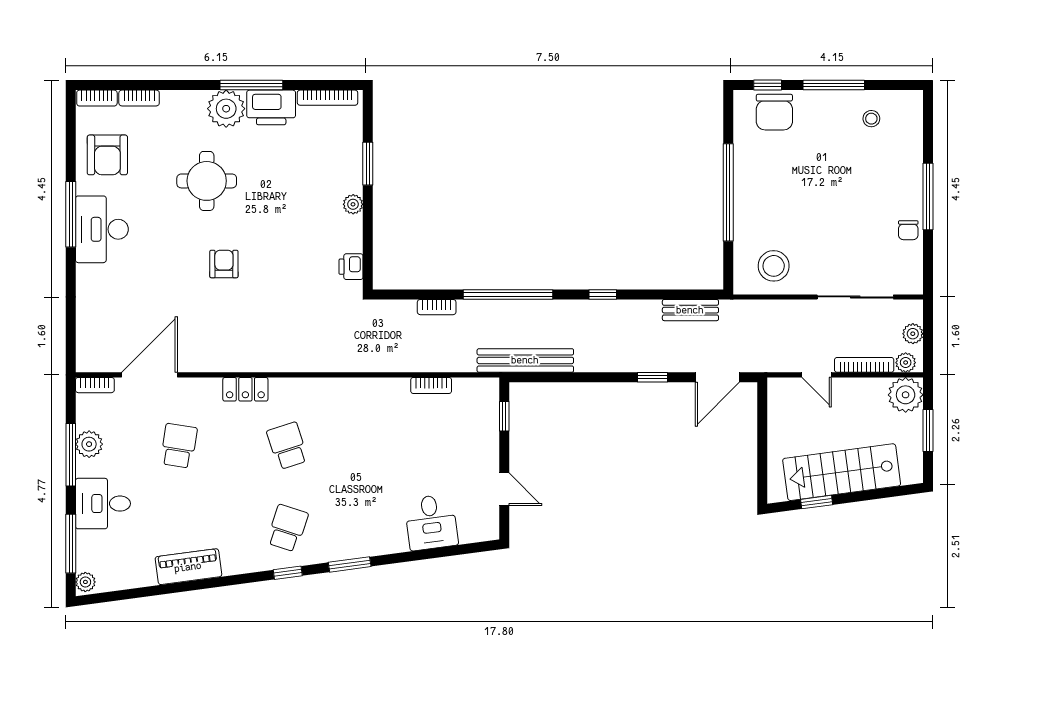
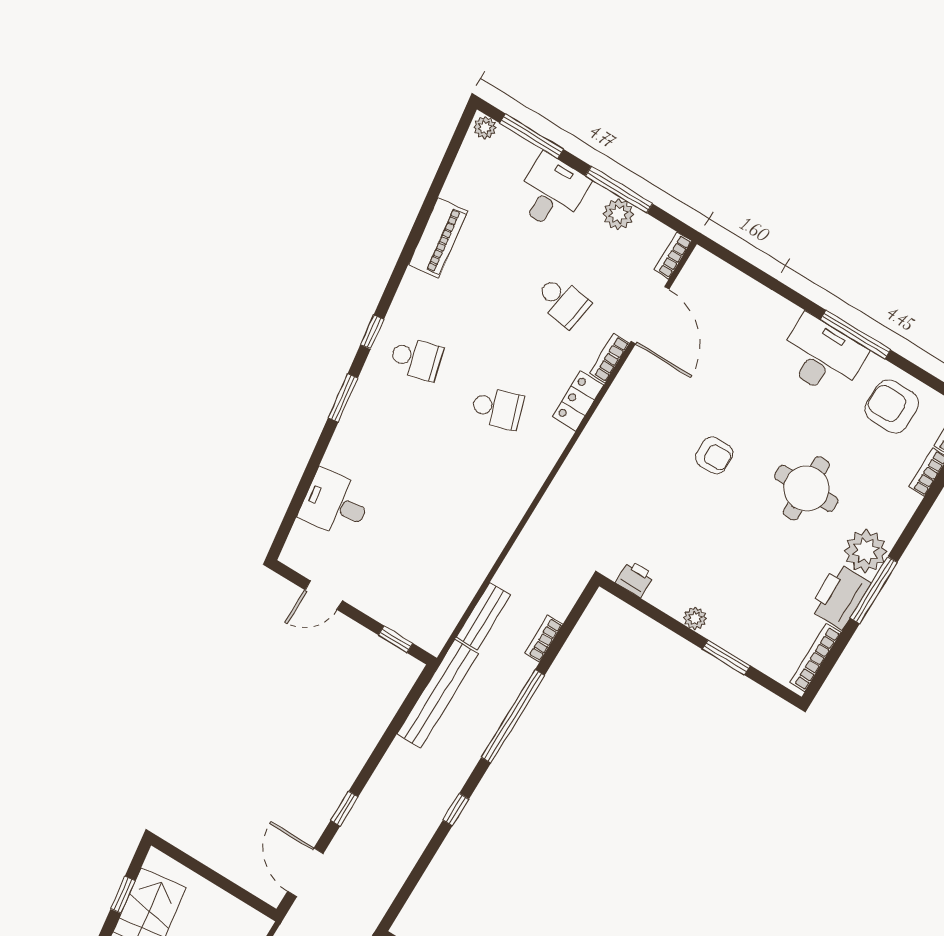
bench: (690, 310) -> (483, 616), moved
bookcase: (431, 385) -> (610, 358), moved
school desk: (287, 528) -> (416, 359), turned -33

